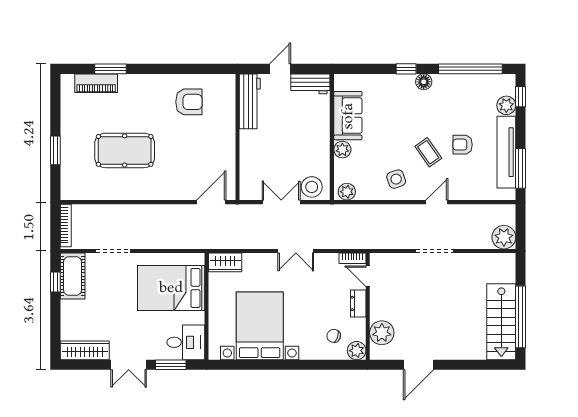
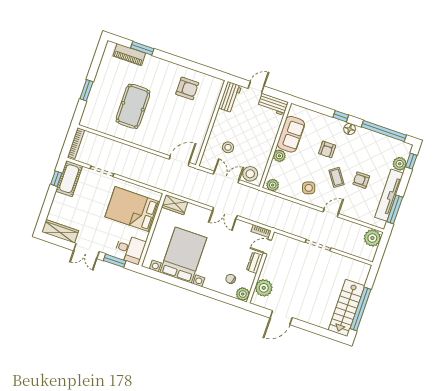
workbench: (250, 101) -> (230, 97), width x0.73
armchair: (403, 119) -> (327, 149), added
pool table: (125, 150) -> (133, 106), turned 90
stool: (270, 162) -> (228, 147), added
plant: (504, 237) -> (372, 238), moved
door: (368, 276) -> (267, 247), hinge flipped

